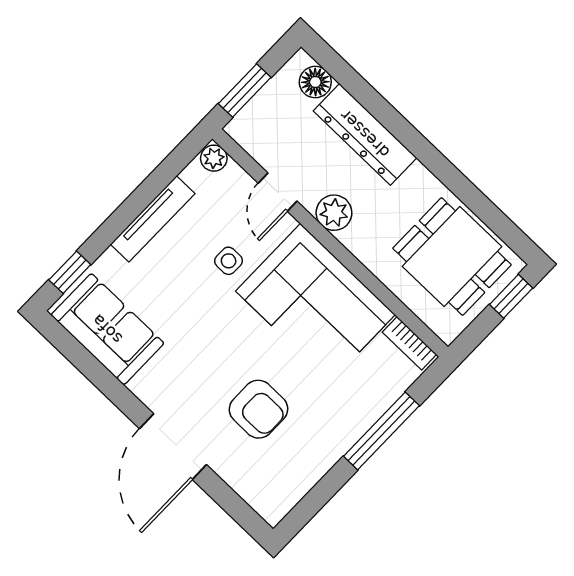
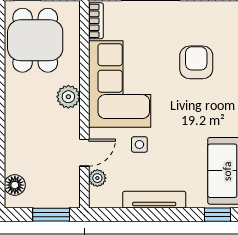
dresser: (365, 134) -> (17, 137), removed
plant: (214, 158) -> (97, 178), moved
plant: (334, 213) -> (68, 97), moved

